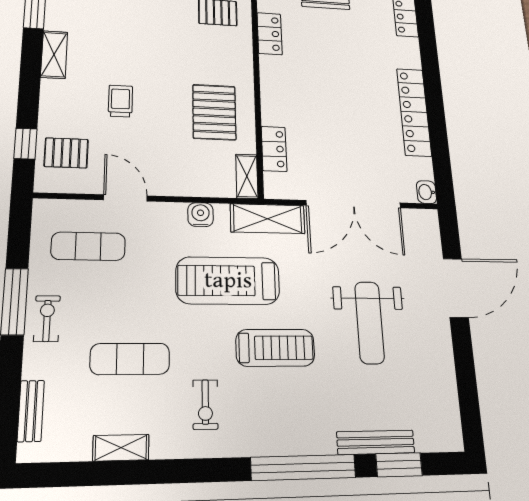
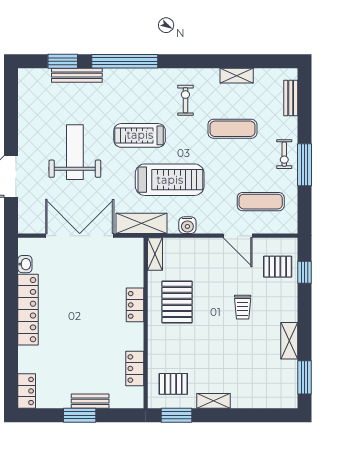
locker: (274, 149) -> (135, 305), moved
washbasin: (426, 192) -> (25, 264), moved

